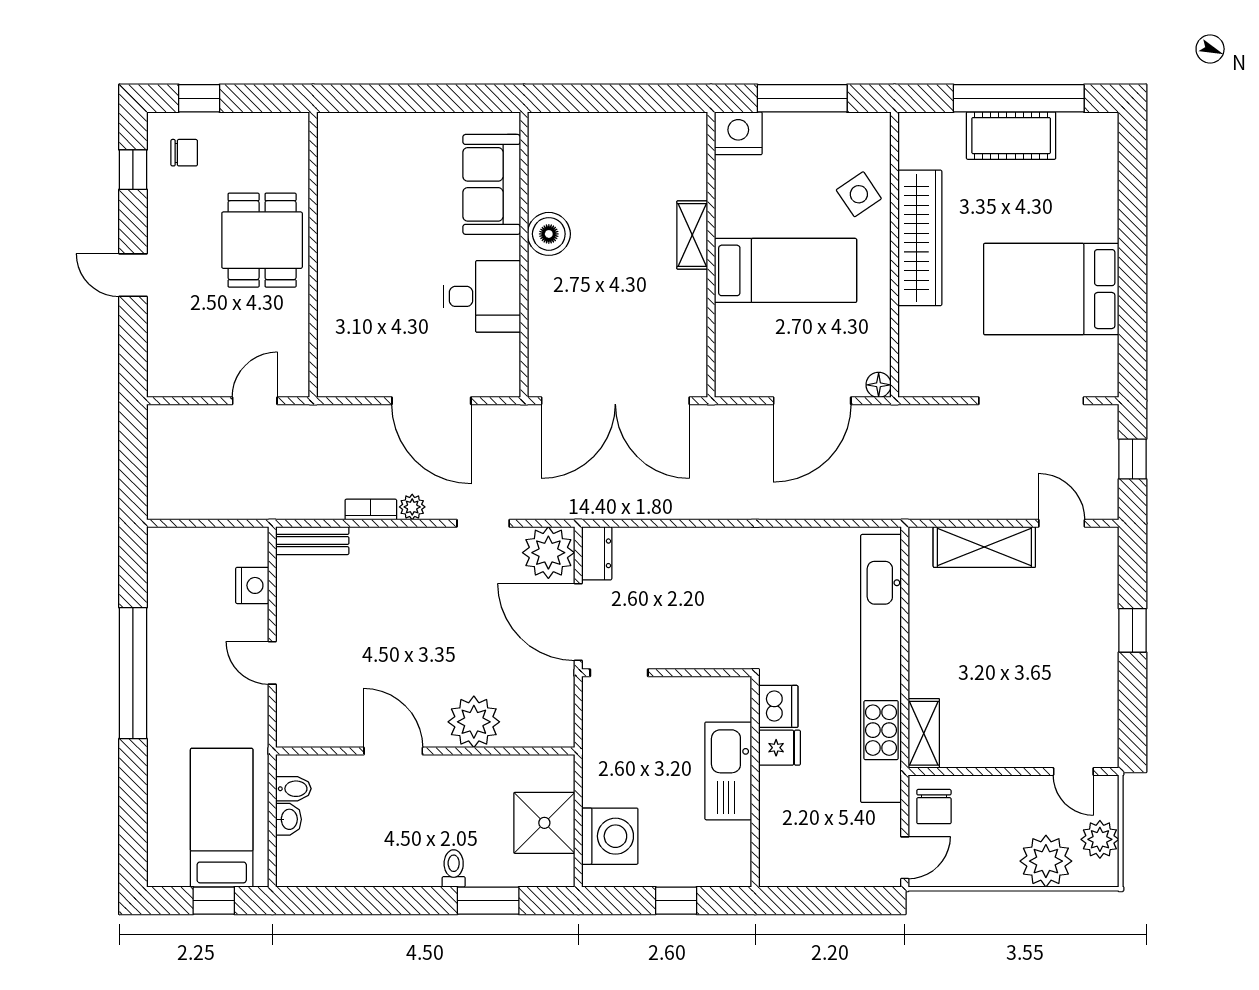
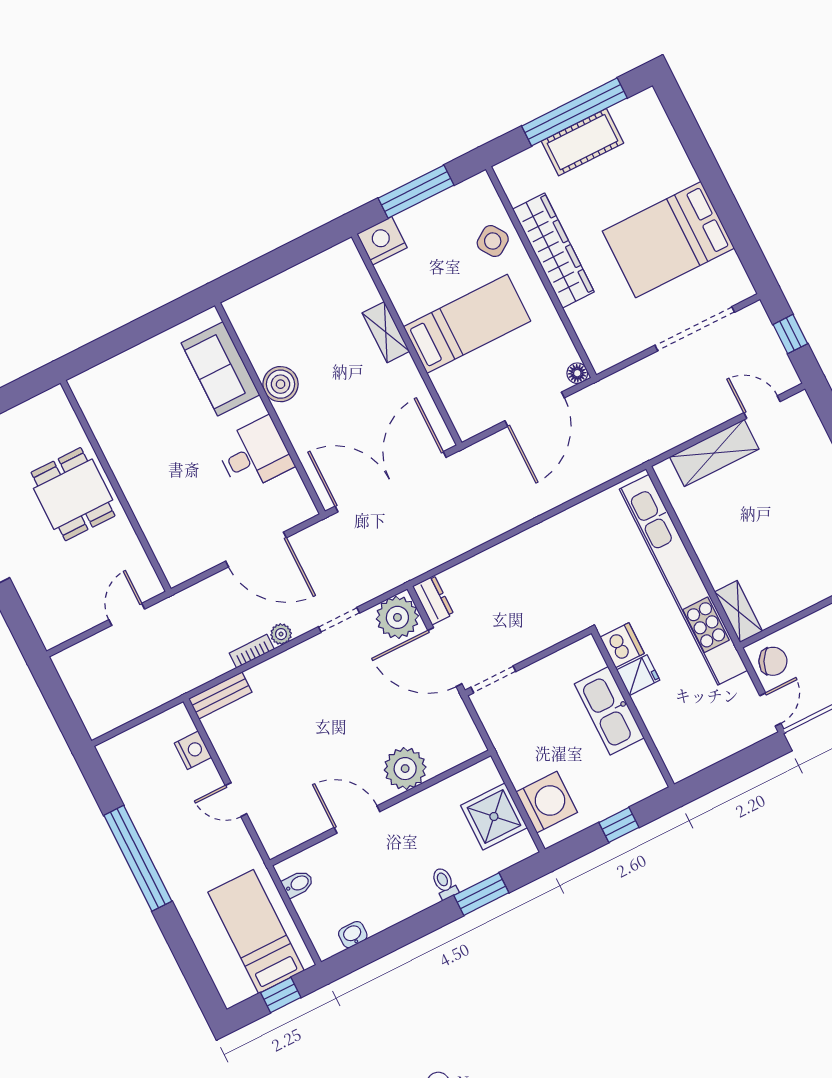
double door: (615, 401) -> (391, 482), swing flipped
chair: (934, 807) -> (773, 661), turned -63
washbasin: (289, 819) -> (353, 935), moved, turned -90

